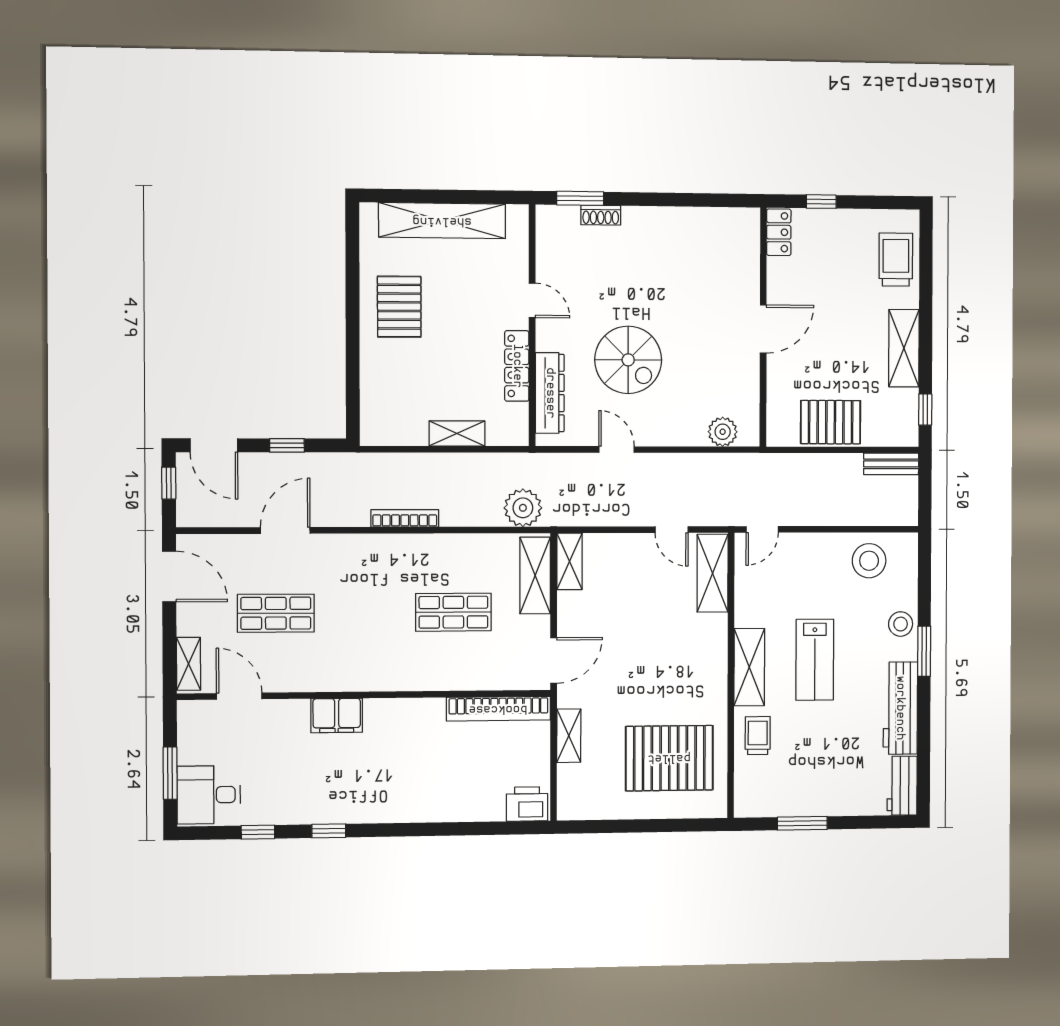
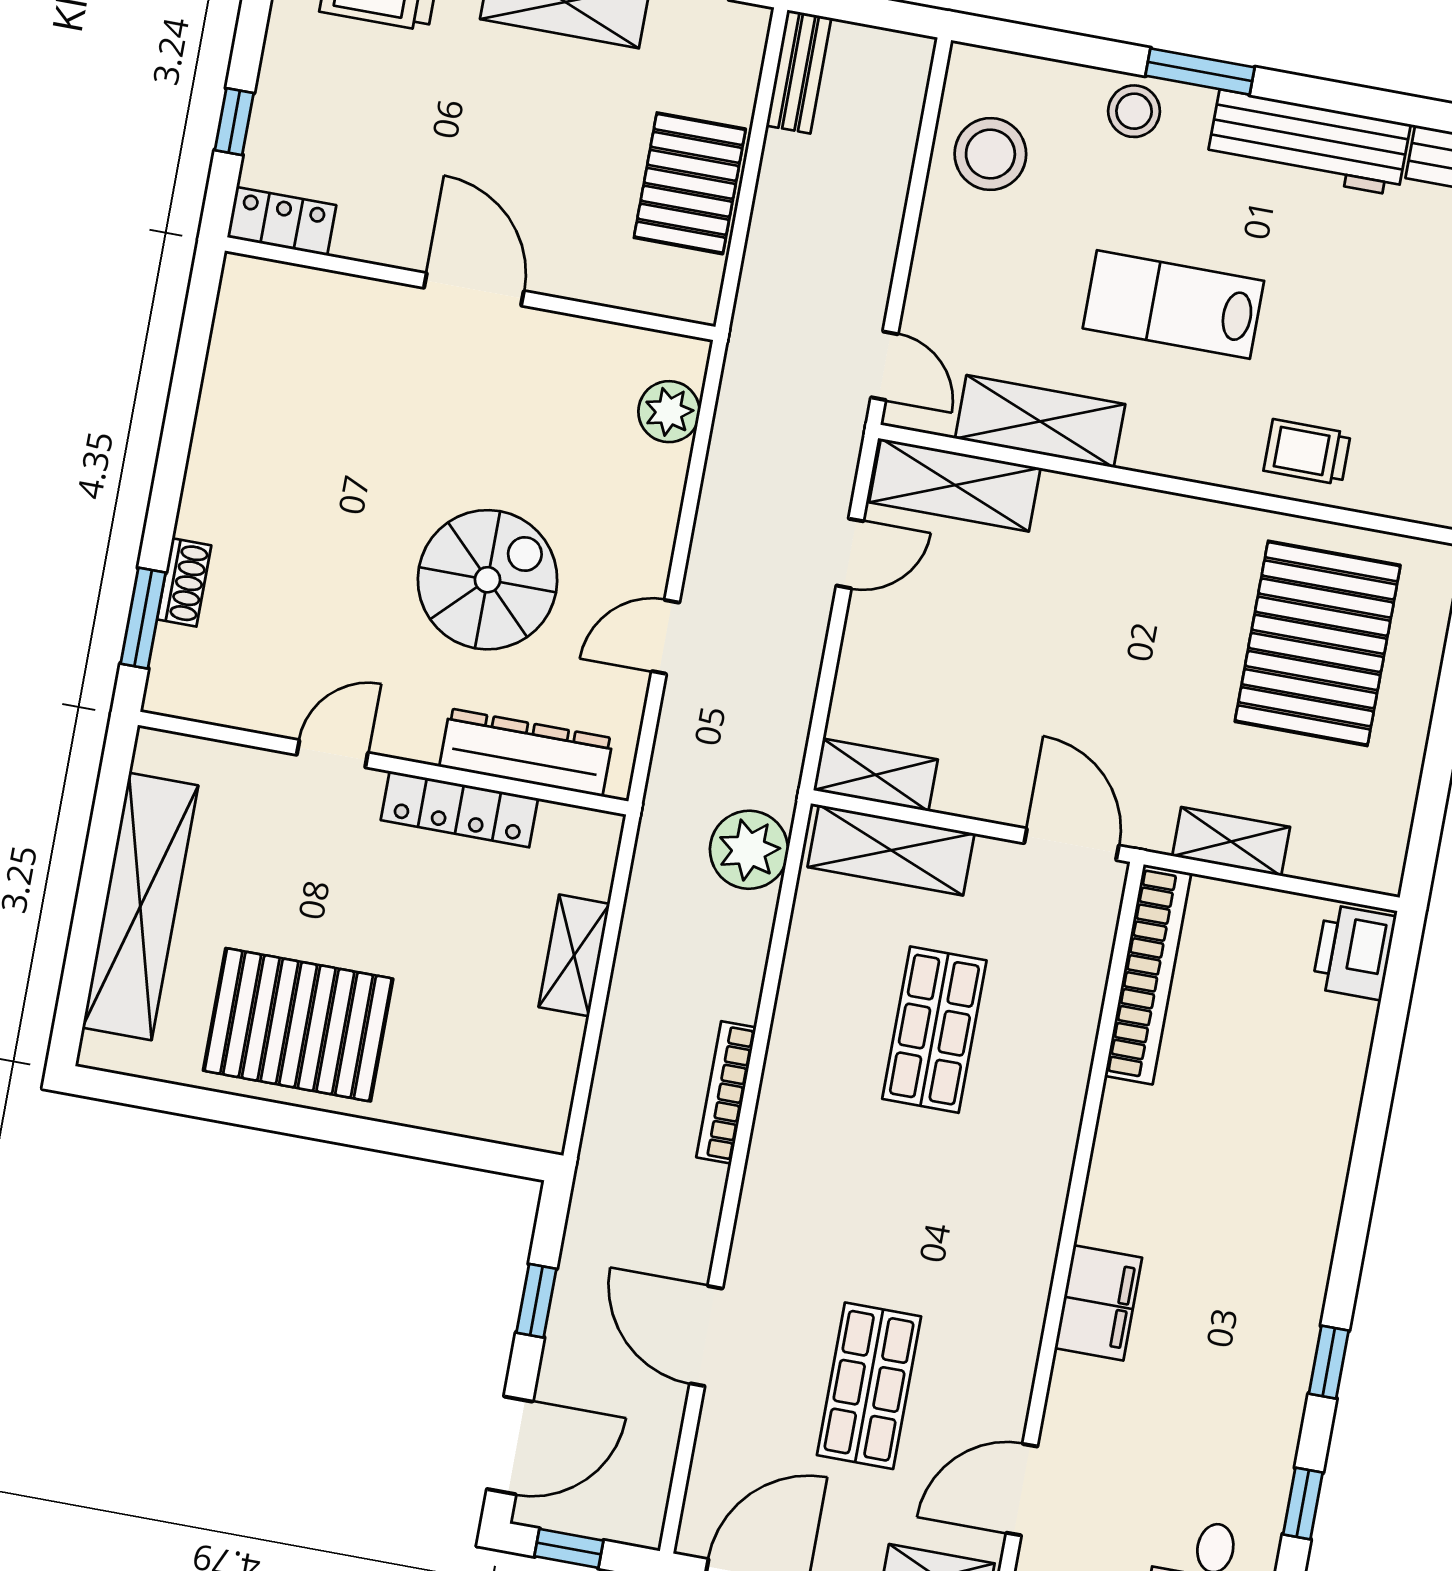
pallet: (399, 307) -> (298, 1025), width x1.37, depth x1.41
lab bench: (815, 660) -> (1173, 305), turned 180
shelving: (749, 667) -> (1040, 421), moved

